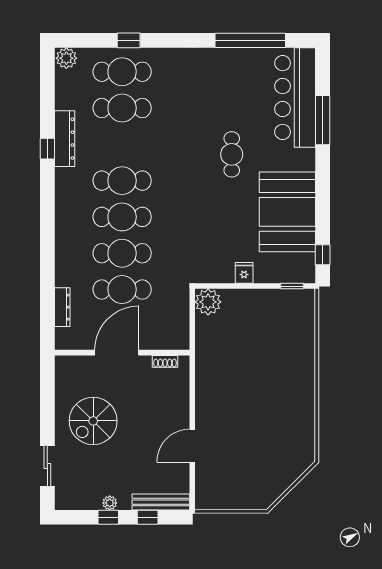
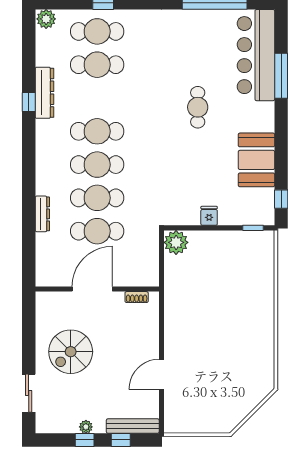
booth: (287, 212) -> (256, 160), width x0.73, depth x0.70
dresser: (62, 307) -> (42, 214), moved

